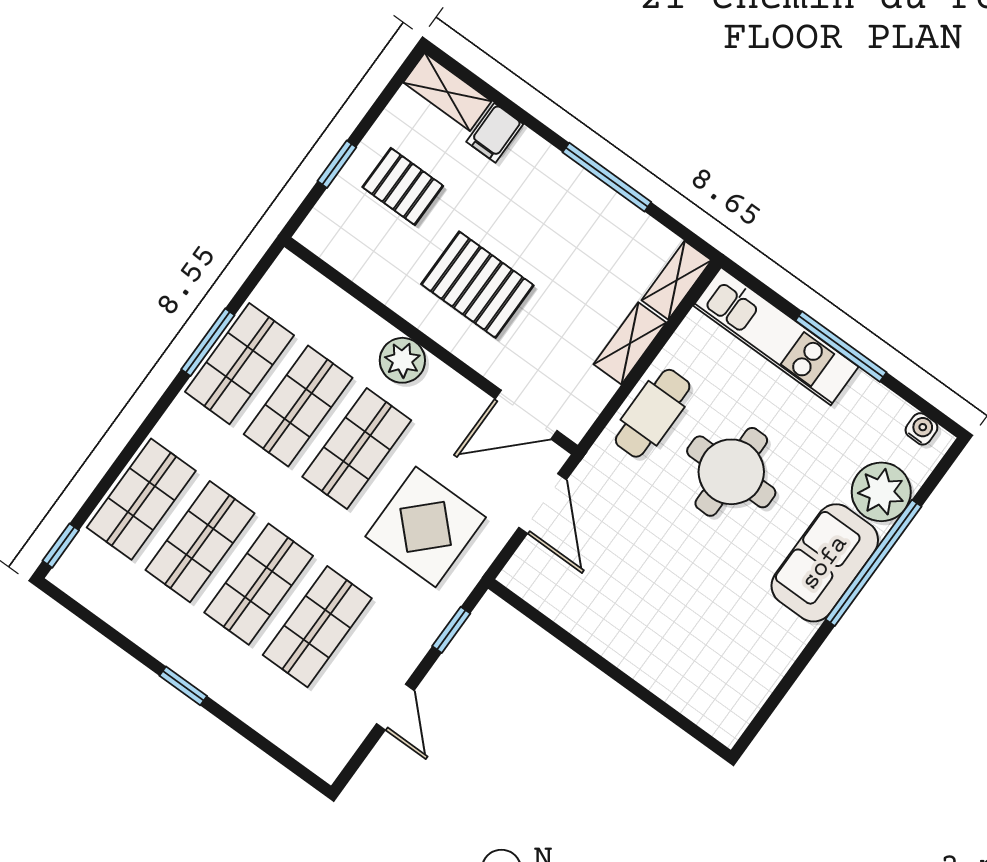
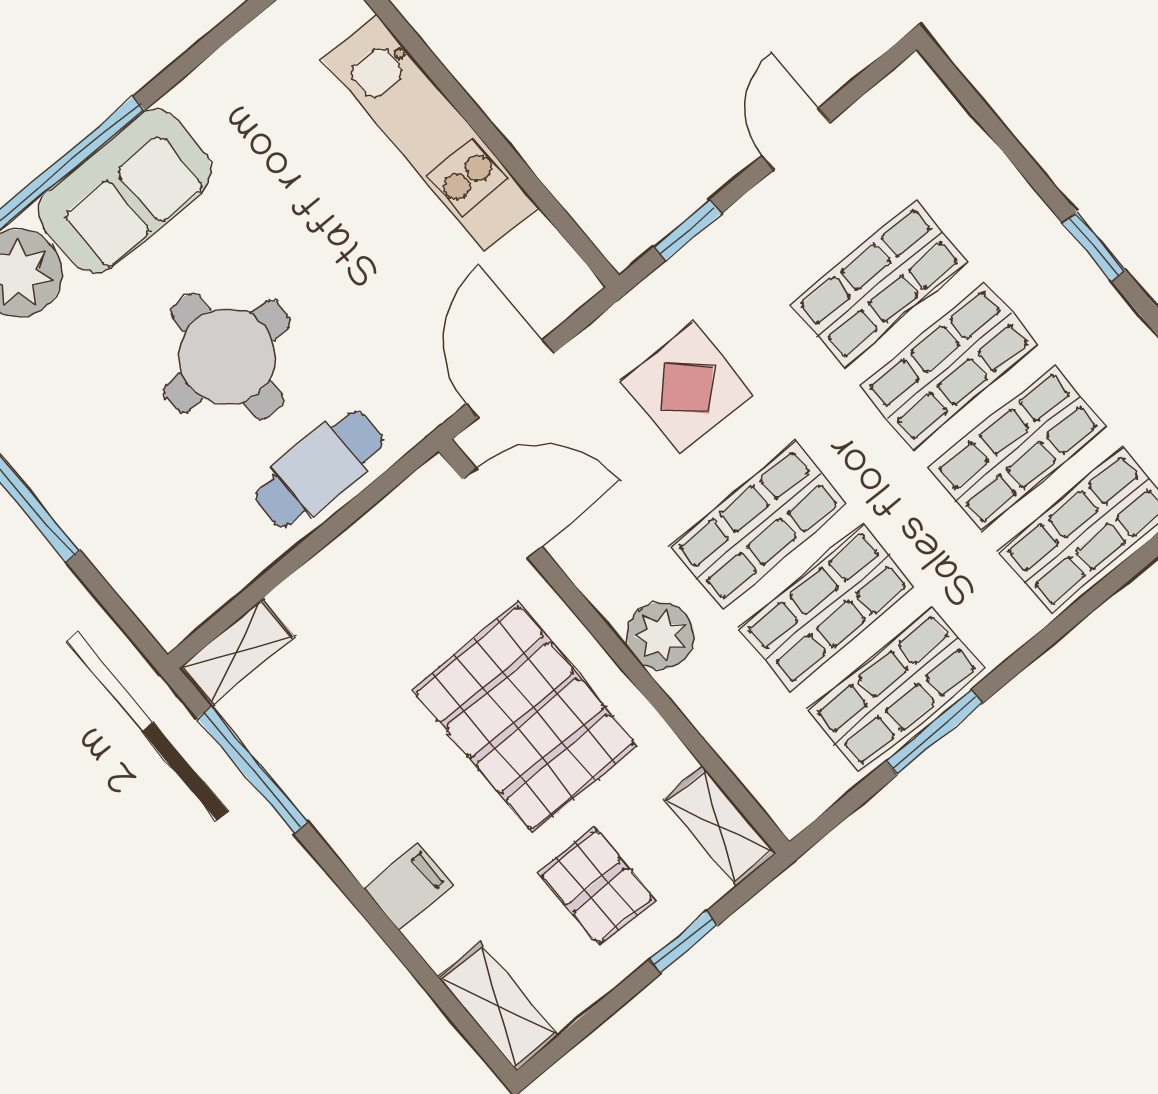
filing cabinet: (495, 133) -> (408, 887), moved
window: (607, 177) -> (253, 770), moved
pallet: (477, 285) -> (525, 718), width x1.37, depth x1.41
kitchen unit: (776, 336) -> (430, 133), moved, turned 180
shelving: (630, 343) -> (720, 826), moved, turned 90
display table: (426, 527) -> (687, 388), width x0.73, depth x0.73

